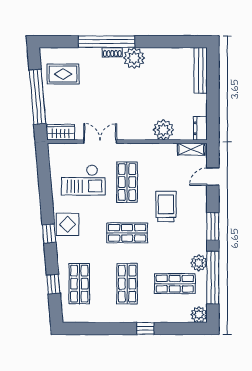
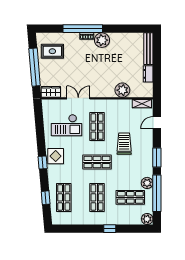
dresser: (200, 128) -> (148, 74), moved

